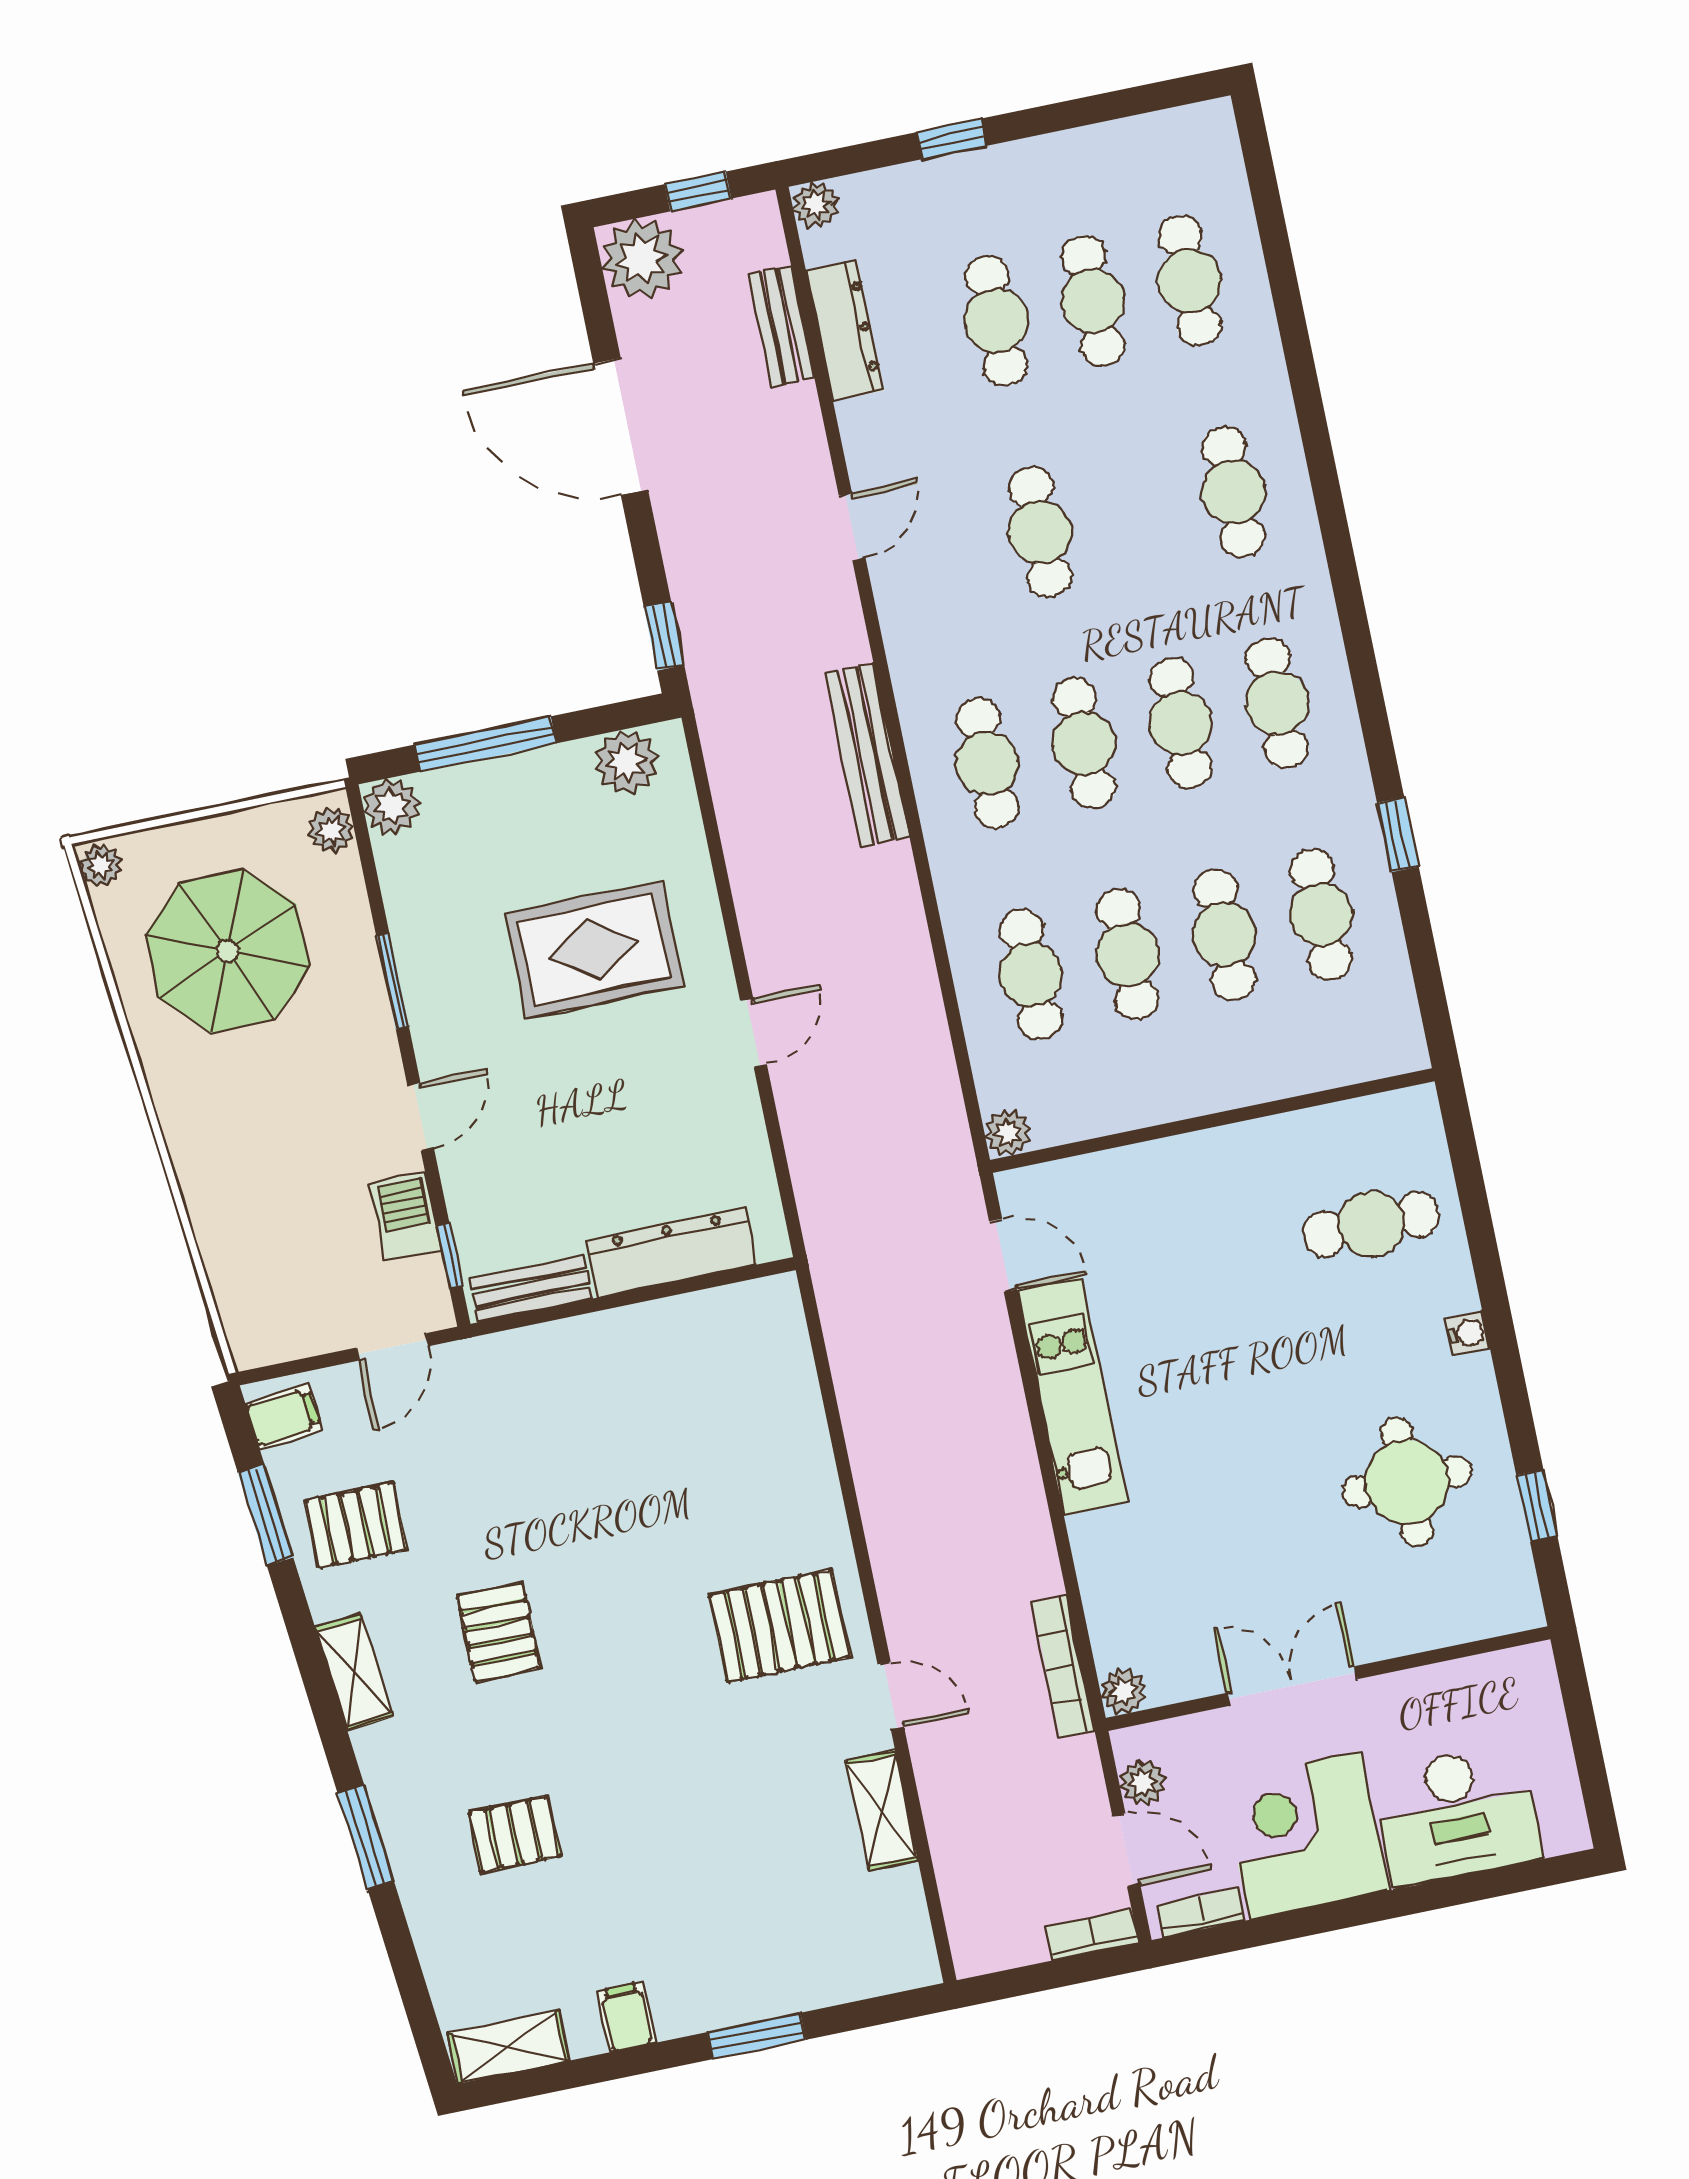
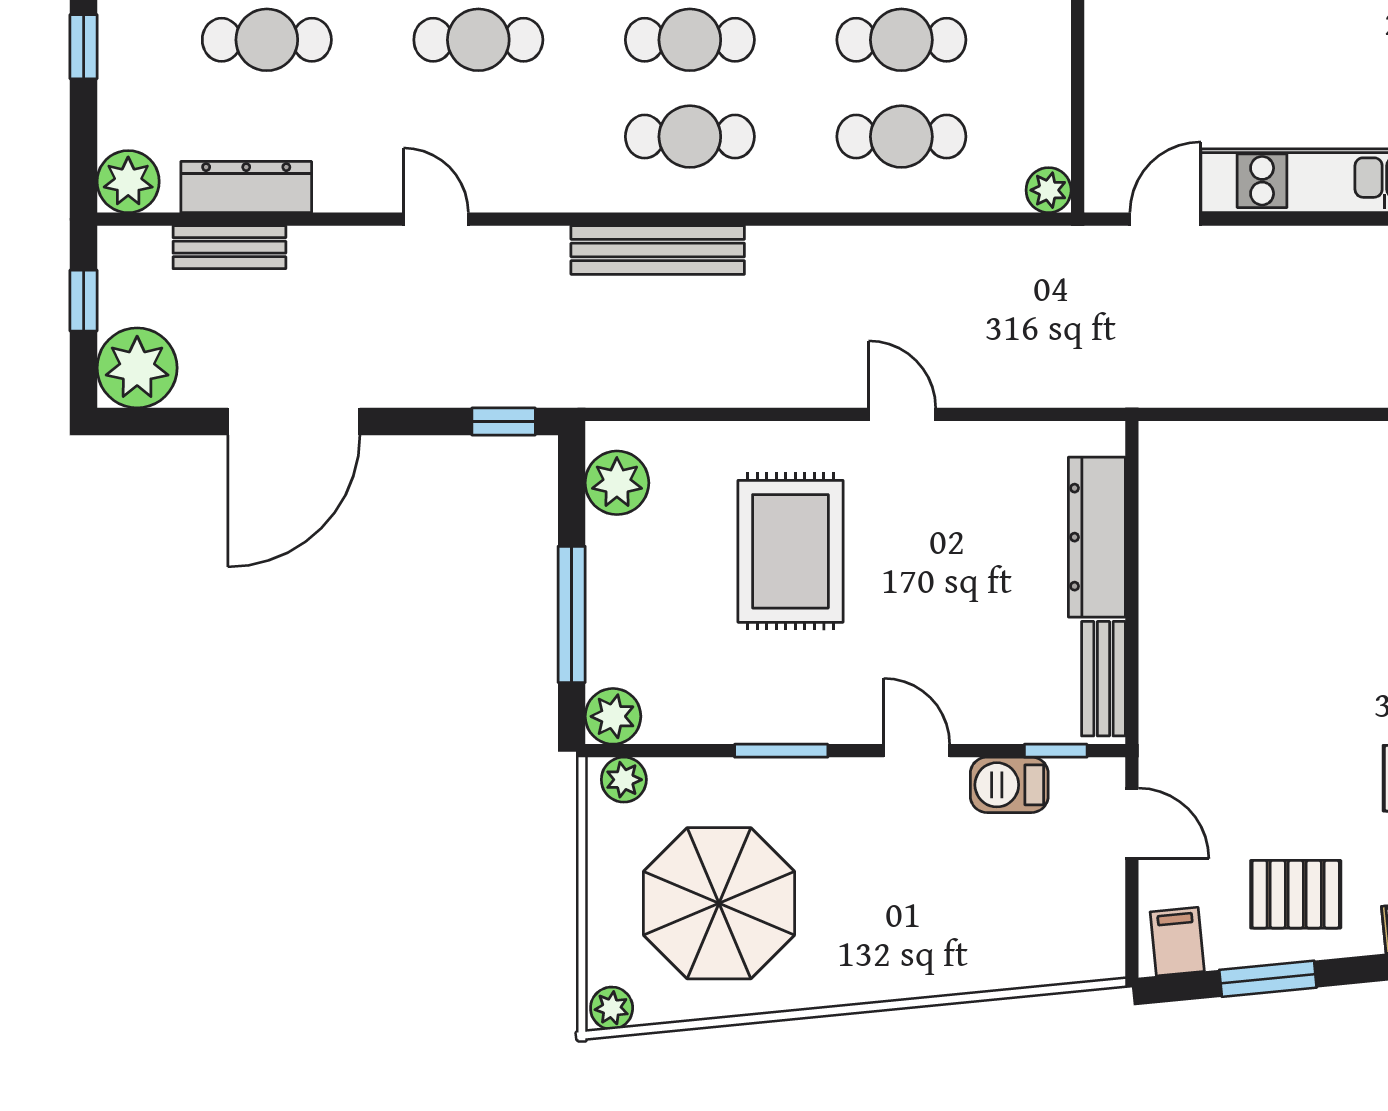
plant: (816, 205) -> (128, 182), width x1.38, depth x1.38
pallet: (356, 1525) -> (1296, 894), turned 90

